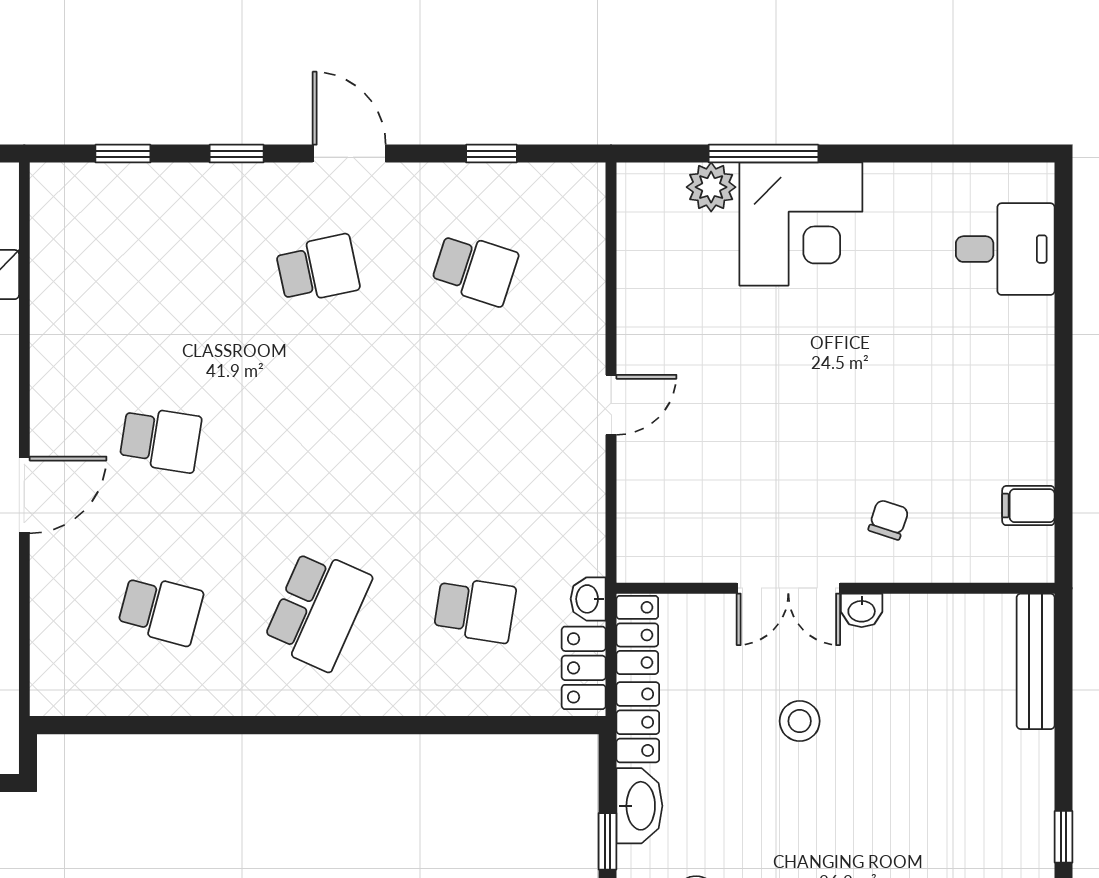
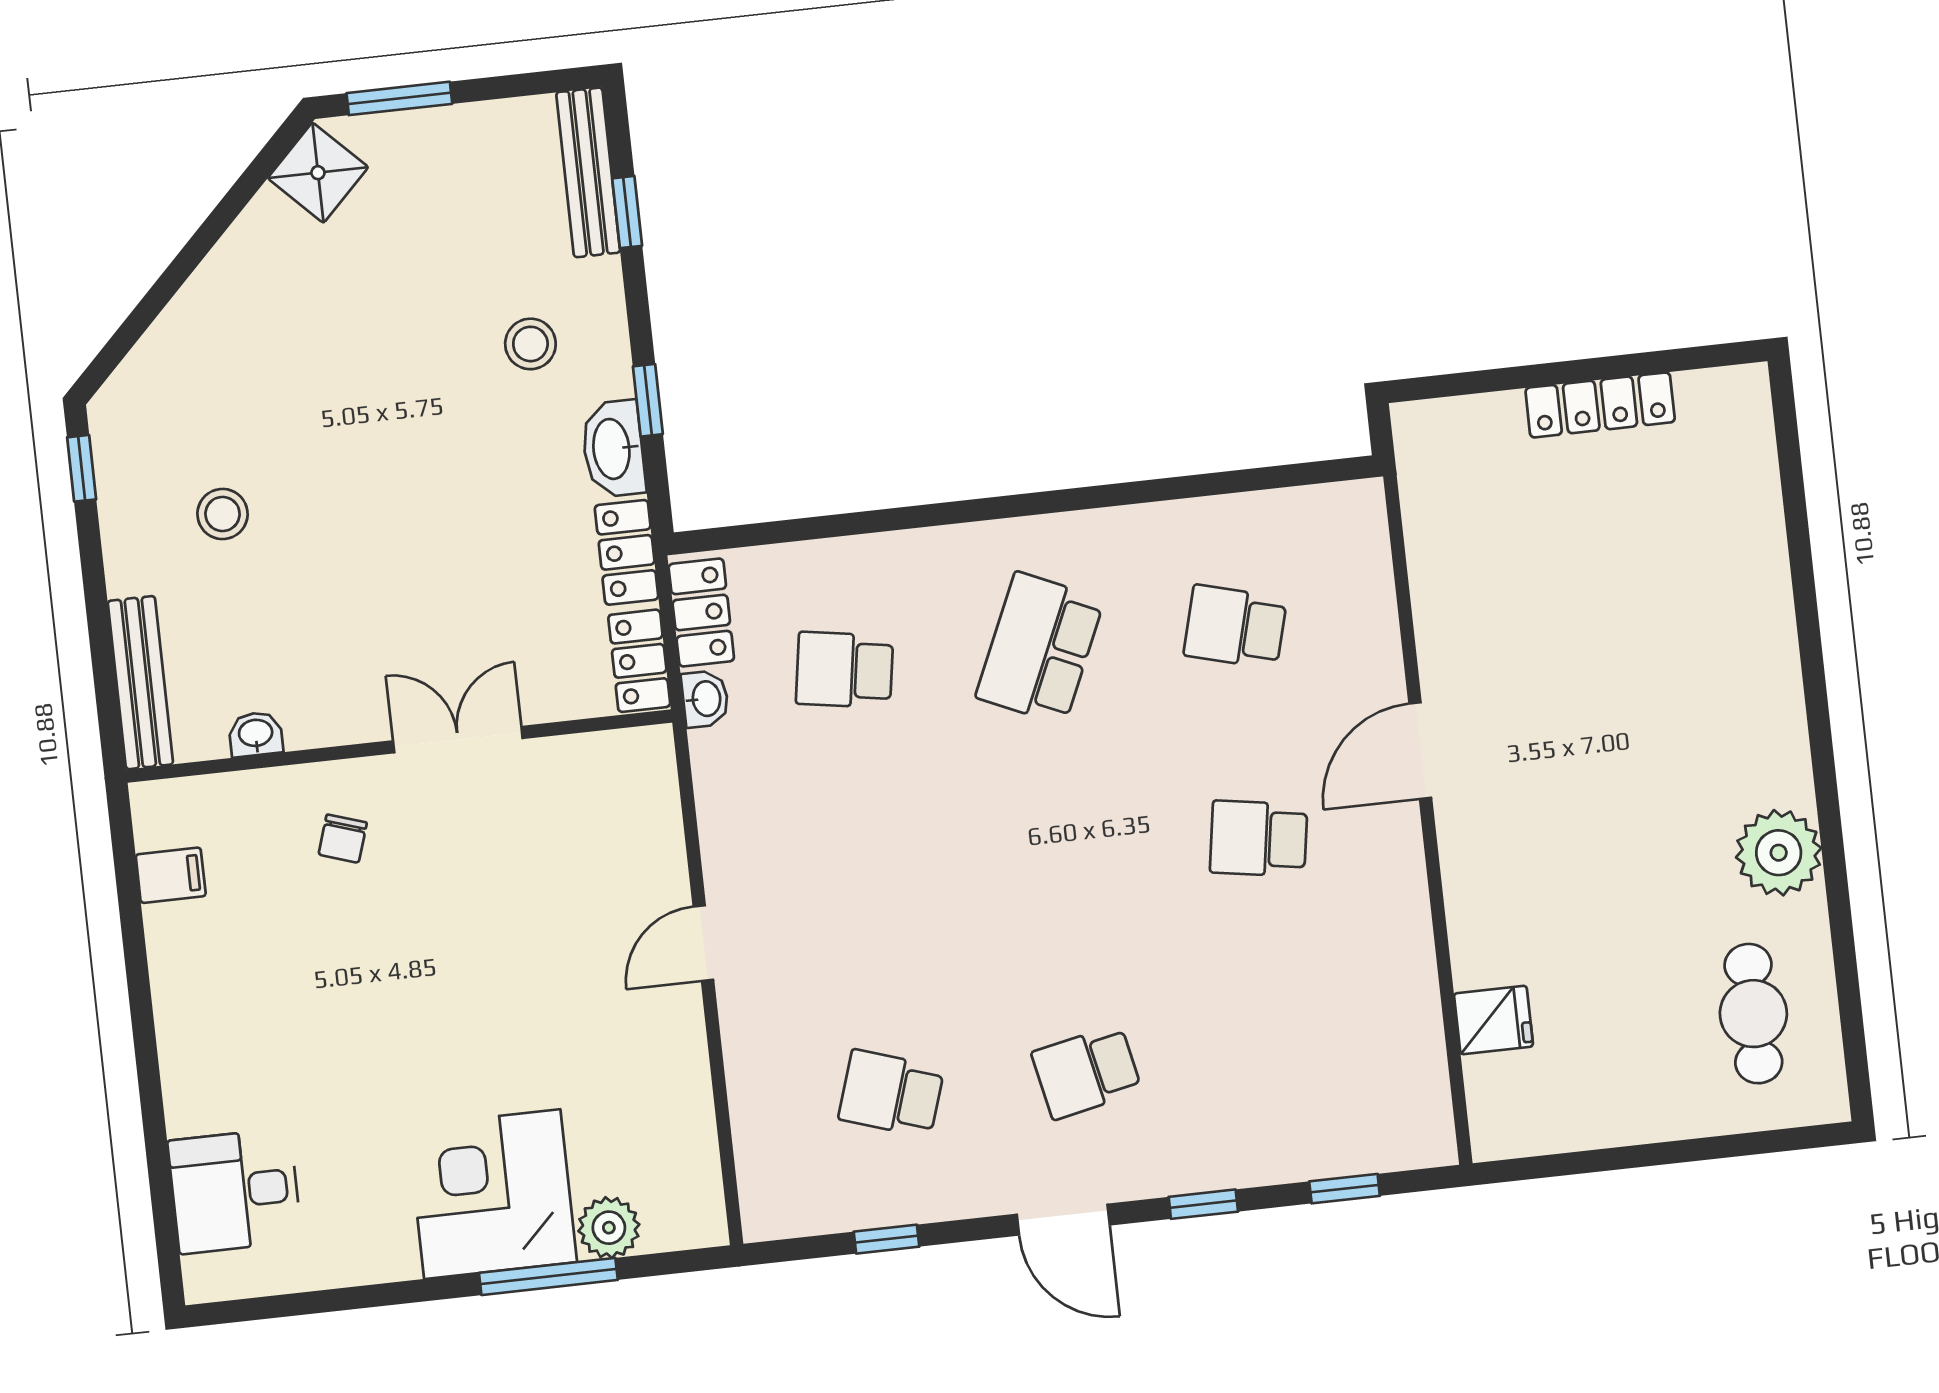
washbasin: (862, 610) -> (256, 734), moved
stool: (800, 721) -> (223, 514), moved

